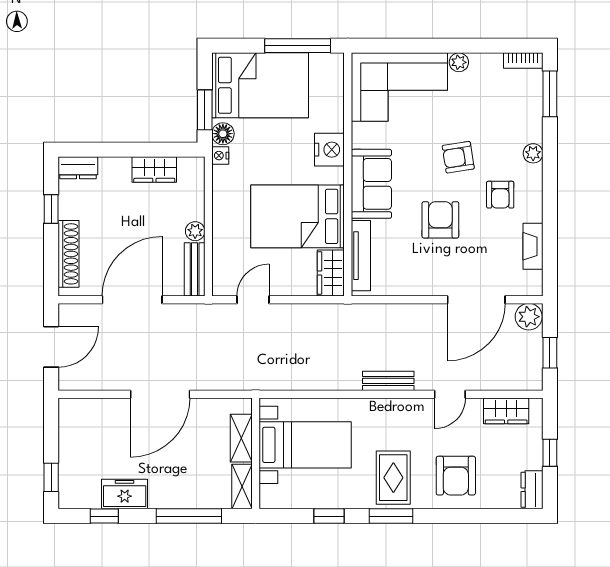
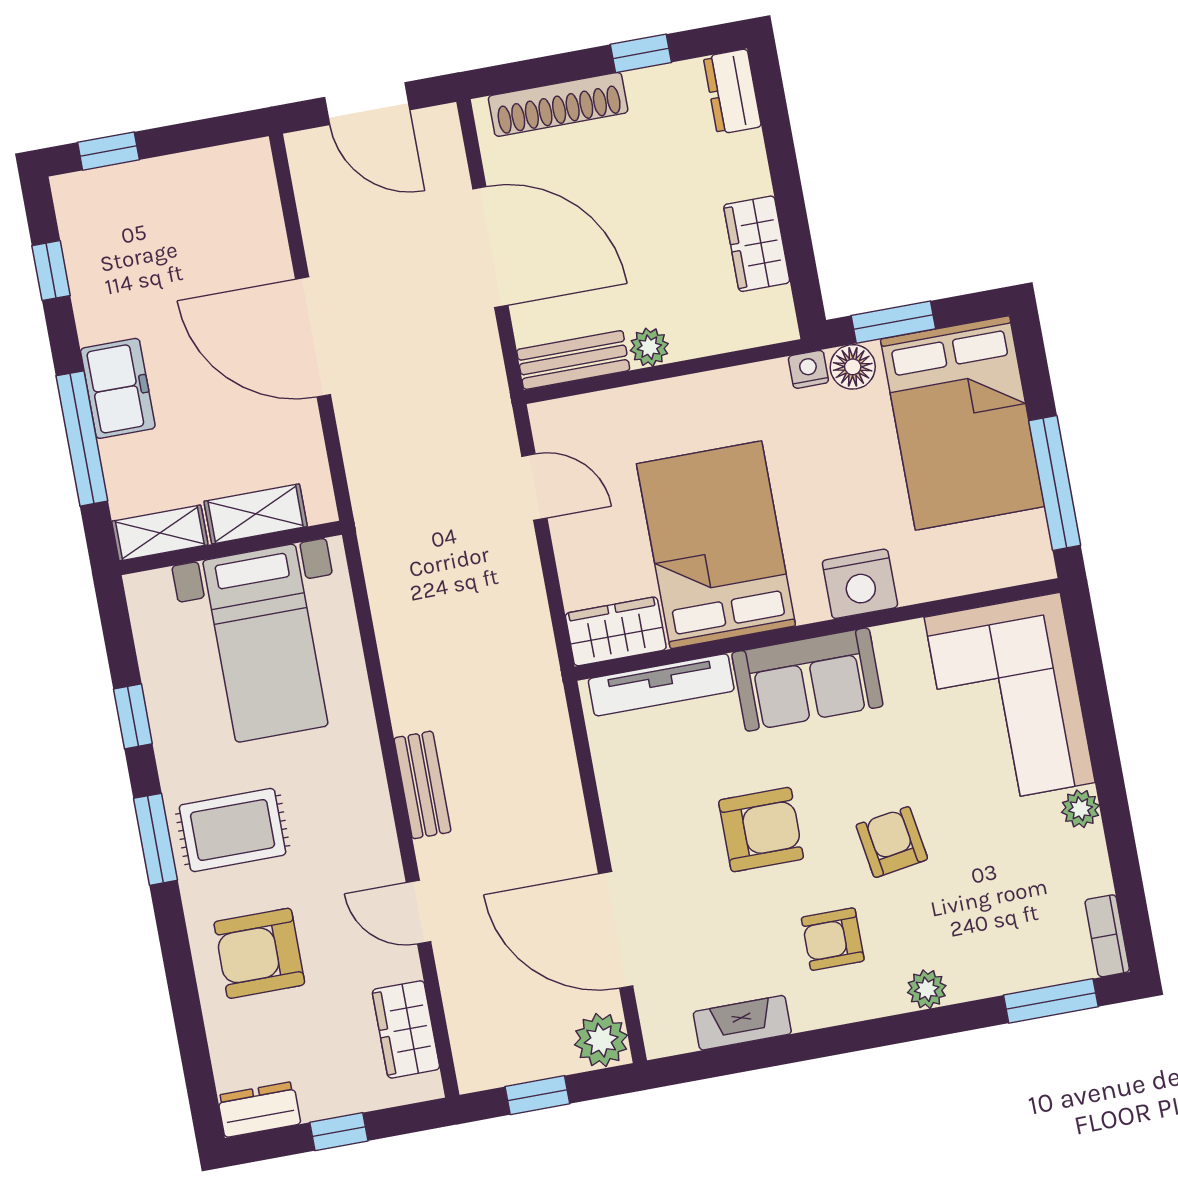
freezer: (125, 494) -> (118, 388), moved

